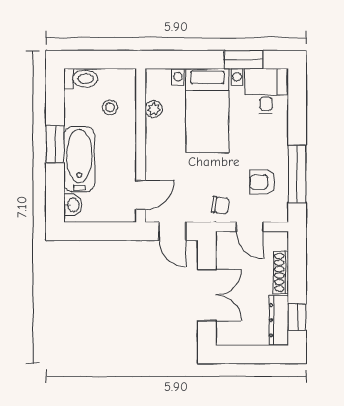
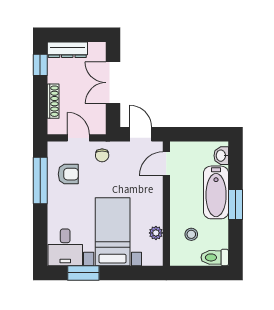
chair: (220, 205) -> (102, 155), turned -98
dresser: (279, 320) -> (67, 50), moved, turned 90

